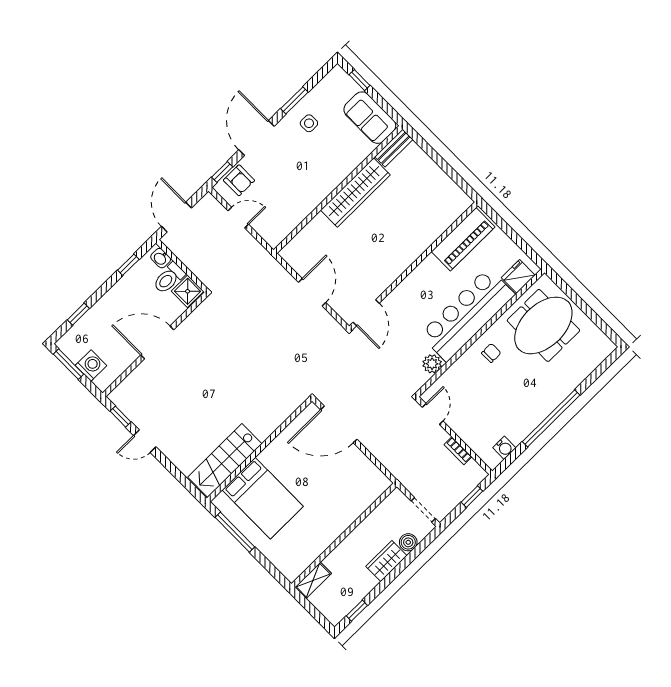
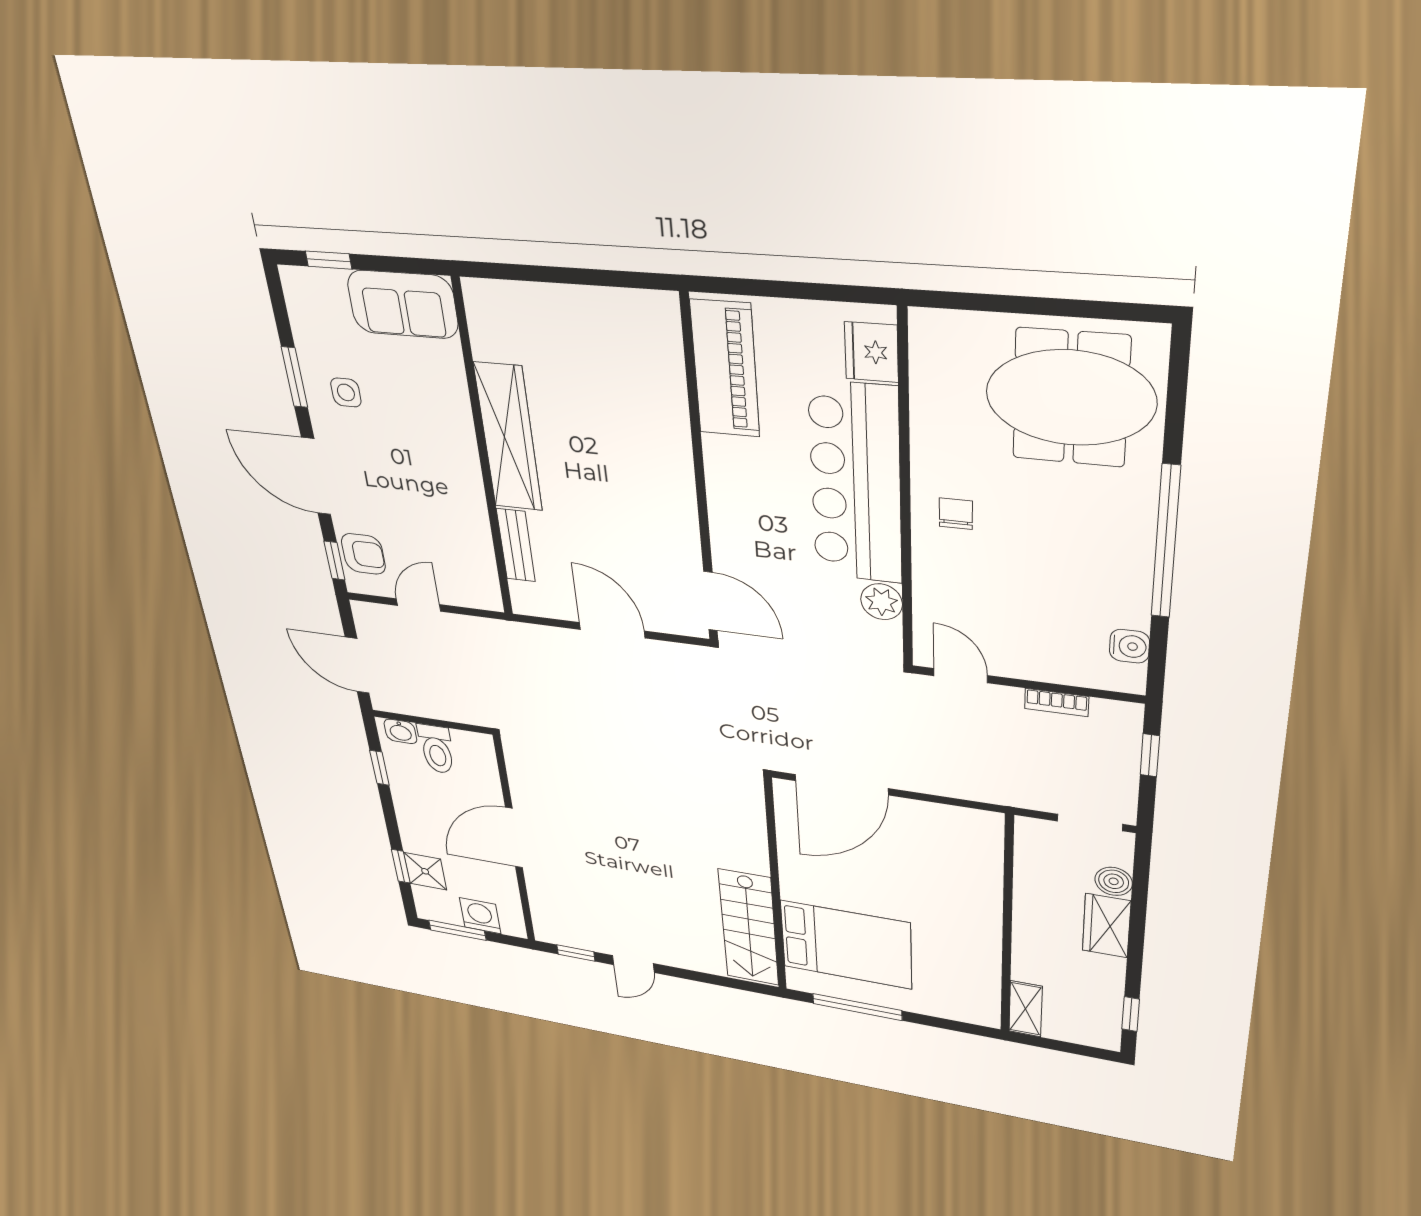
bench: (394, 148) -> (516, 545), moved
shower: (188, 291) -> (425, 871), moved
meeting table: (543, 325) -> (1071, 398), moved, turned 90

